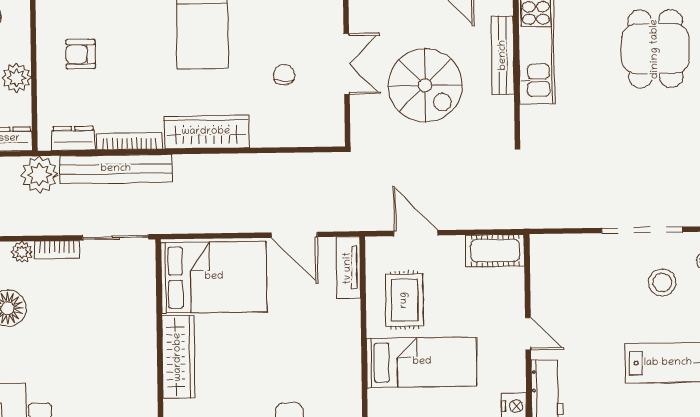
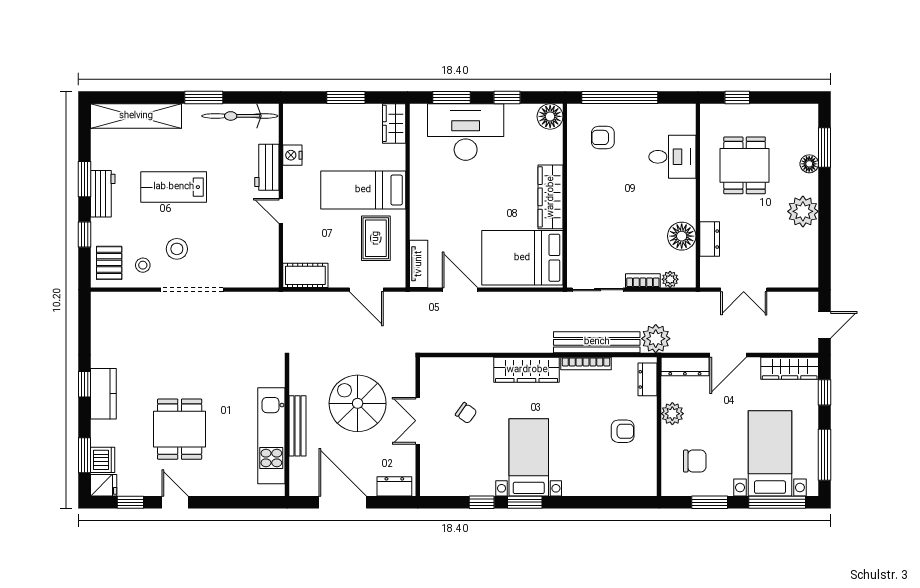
chair: (284, 75) -> (466, 413), turned -55
dresser: (73, 138) -> (648, 379), moved, turned 90

